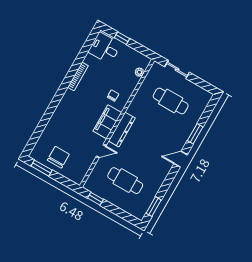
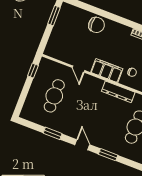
dresser: (122, 130) -> (118, 92), moved
chair: (58, 157) -> (96, 25), moved
window: (154, 207) -> (53, 133), moved

